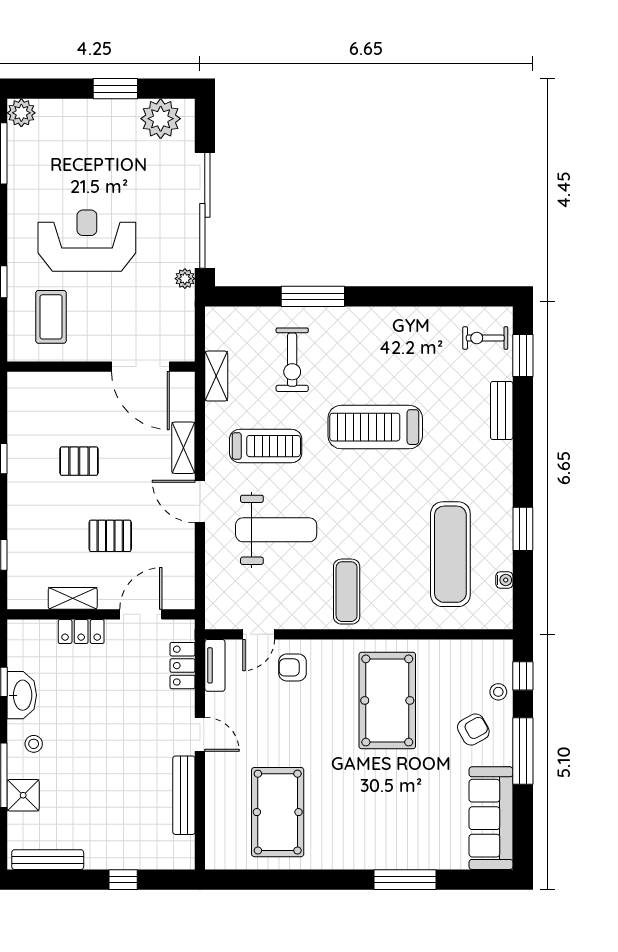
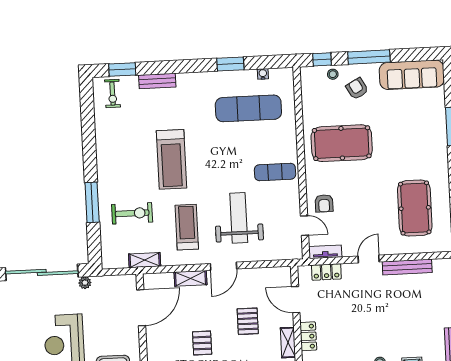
pool table: (278, 812) -> (415, 208), turned 90

